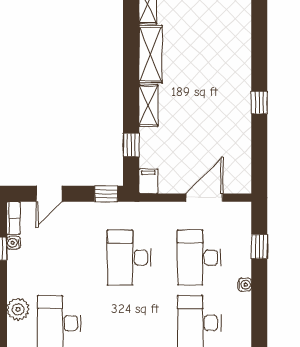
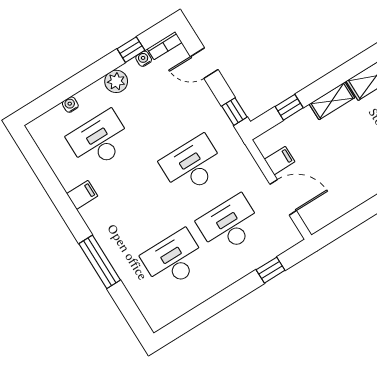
filing cabinet: (148, 181) -> (280, 161), moved
water cooler: (245, 285) -> (70, 105), moved, turned 180
plant: (18, 309) -> (116, 81), moved

